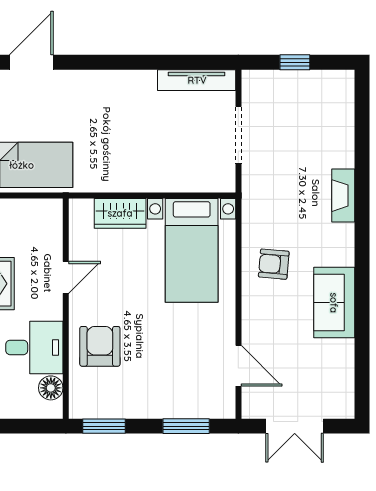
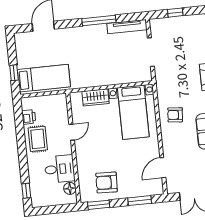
window: (142, 62) -> (99, 21), added
armchair: (100, 346) -> (107, 182), moved, turned -88
door: (238, 366) -> (163, 168), swing flipped

